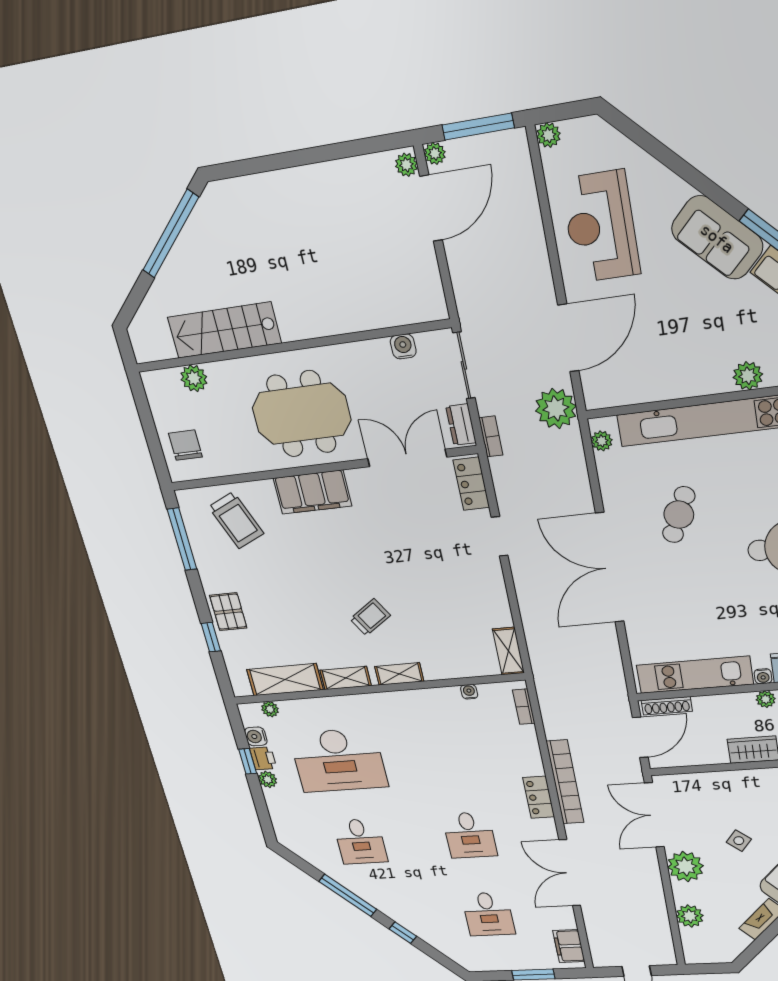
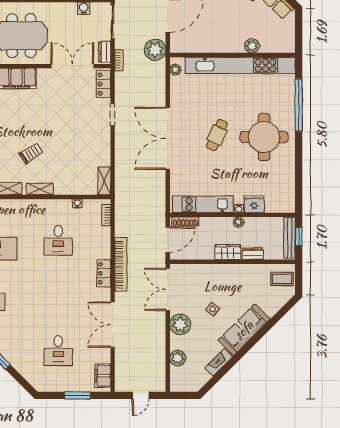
cafe table: (679, 515) -> (217, 135), moved
desk: (470, 835) -> (58, 240), moved

